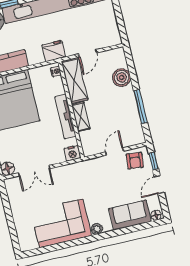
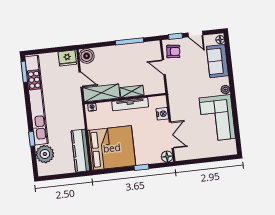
fridge: (54, 51) -> (67, 58), moved, turned -90
boiler: (122, 78) -> (87, 56), moved
nightstand: (72, 153) -> (162, 114), moved

